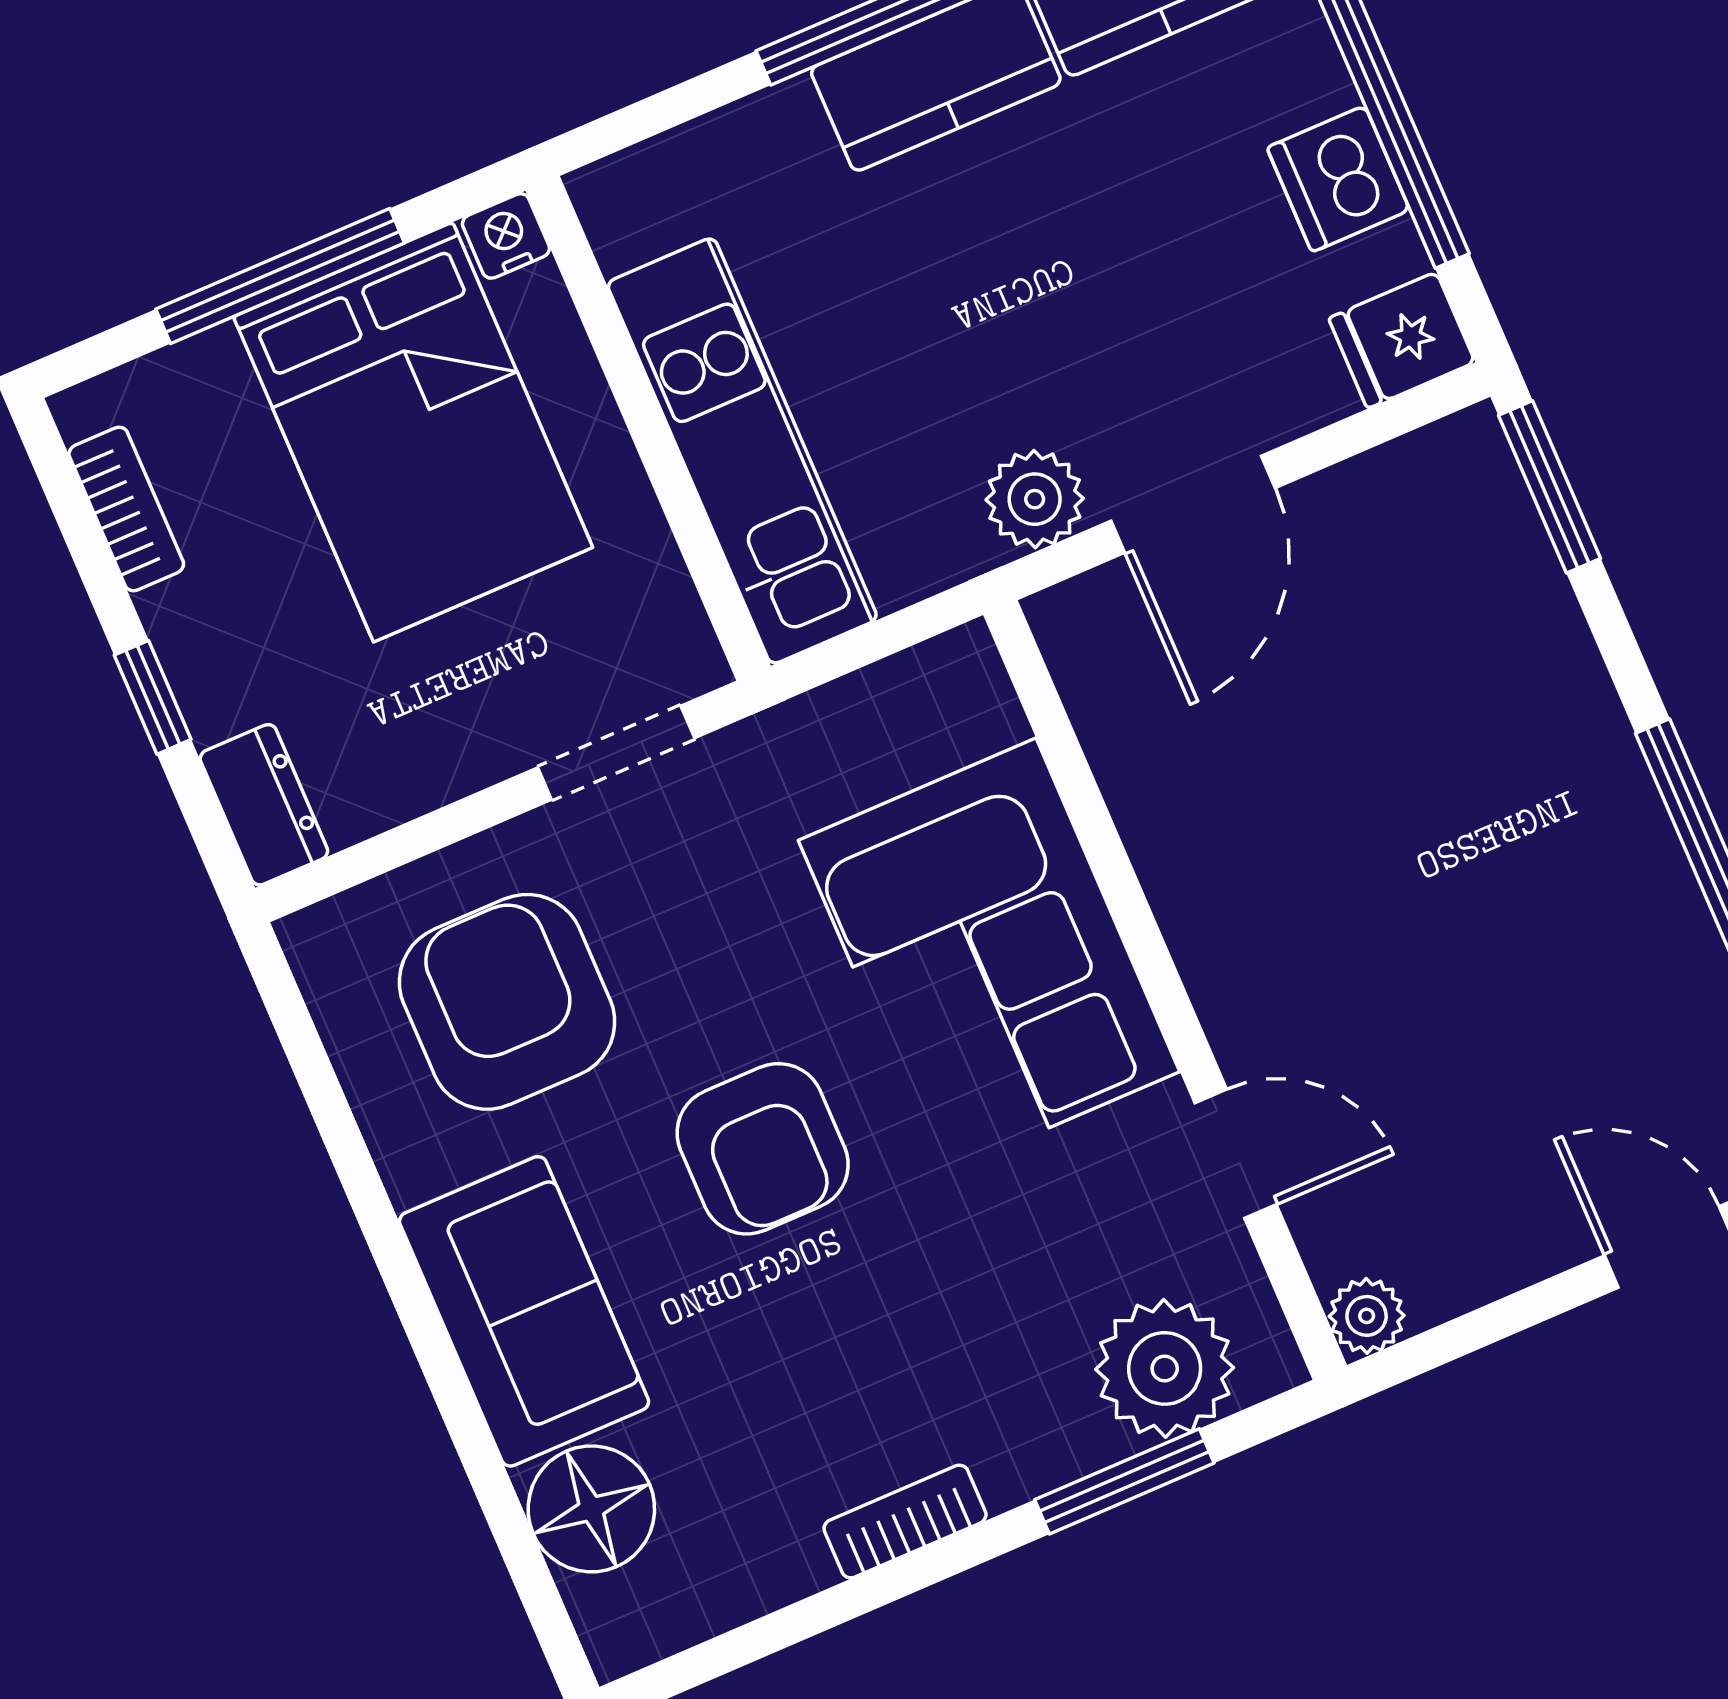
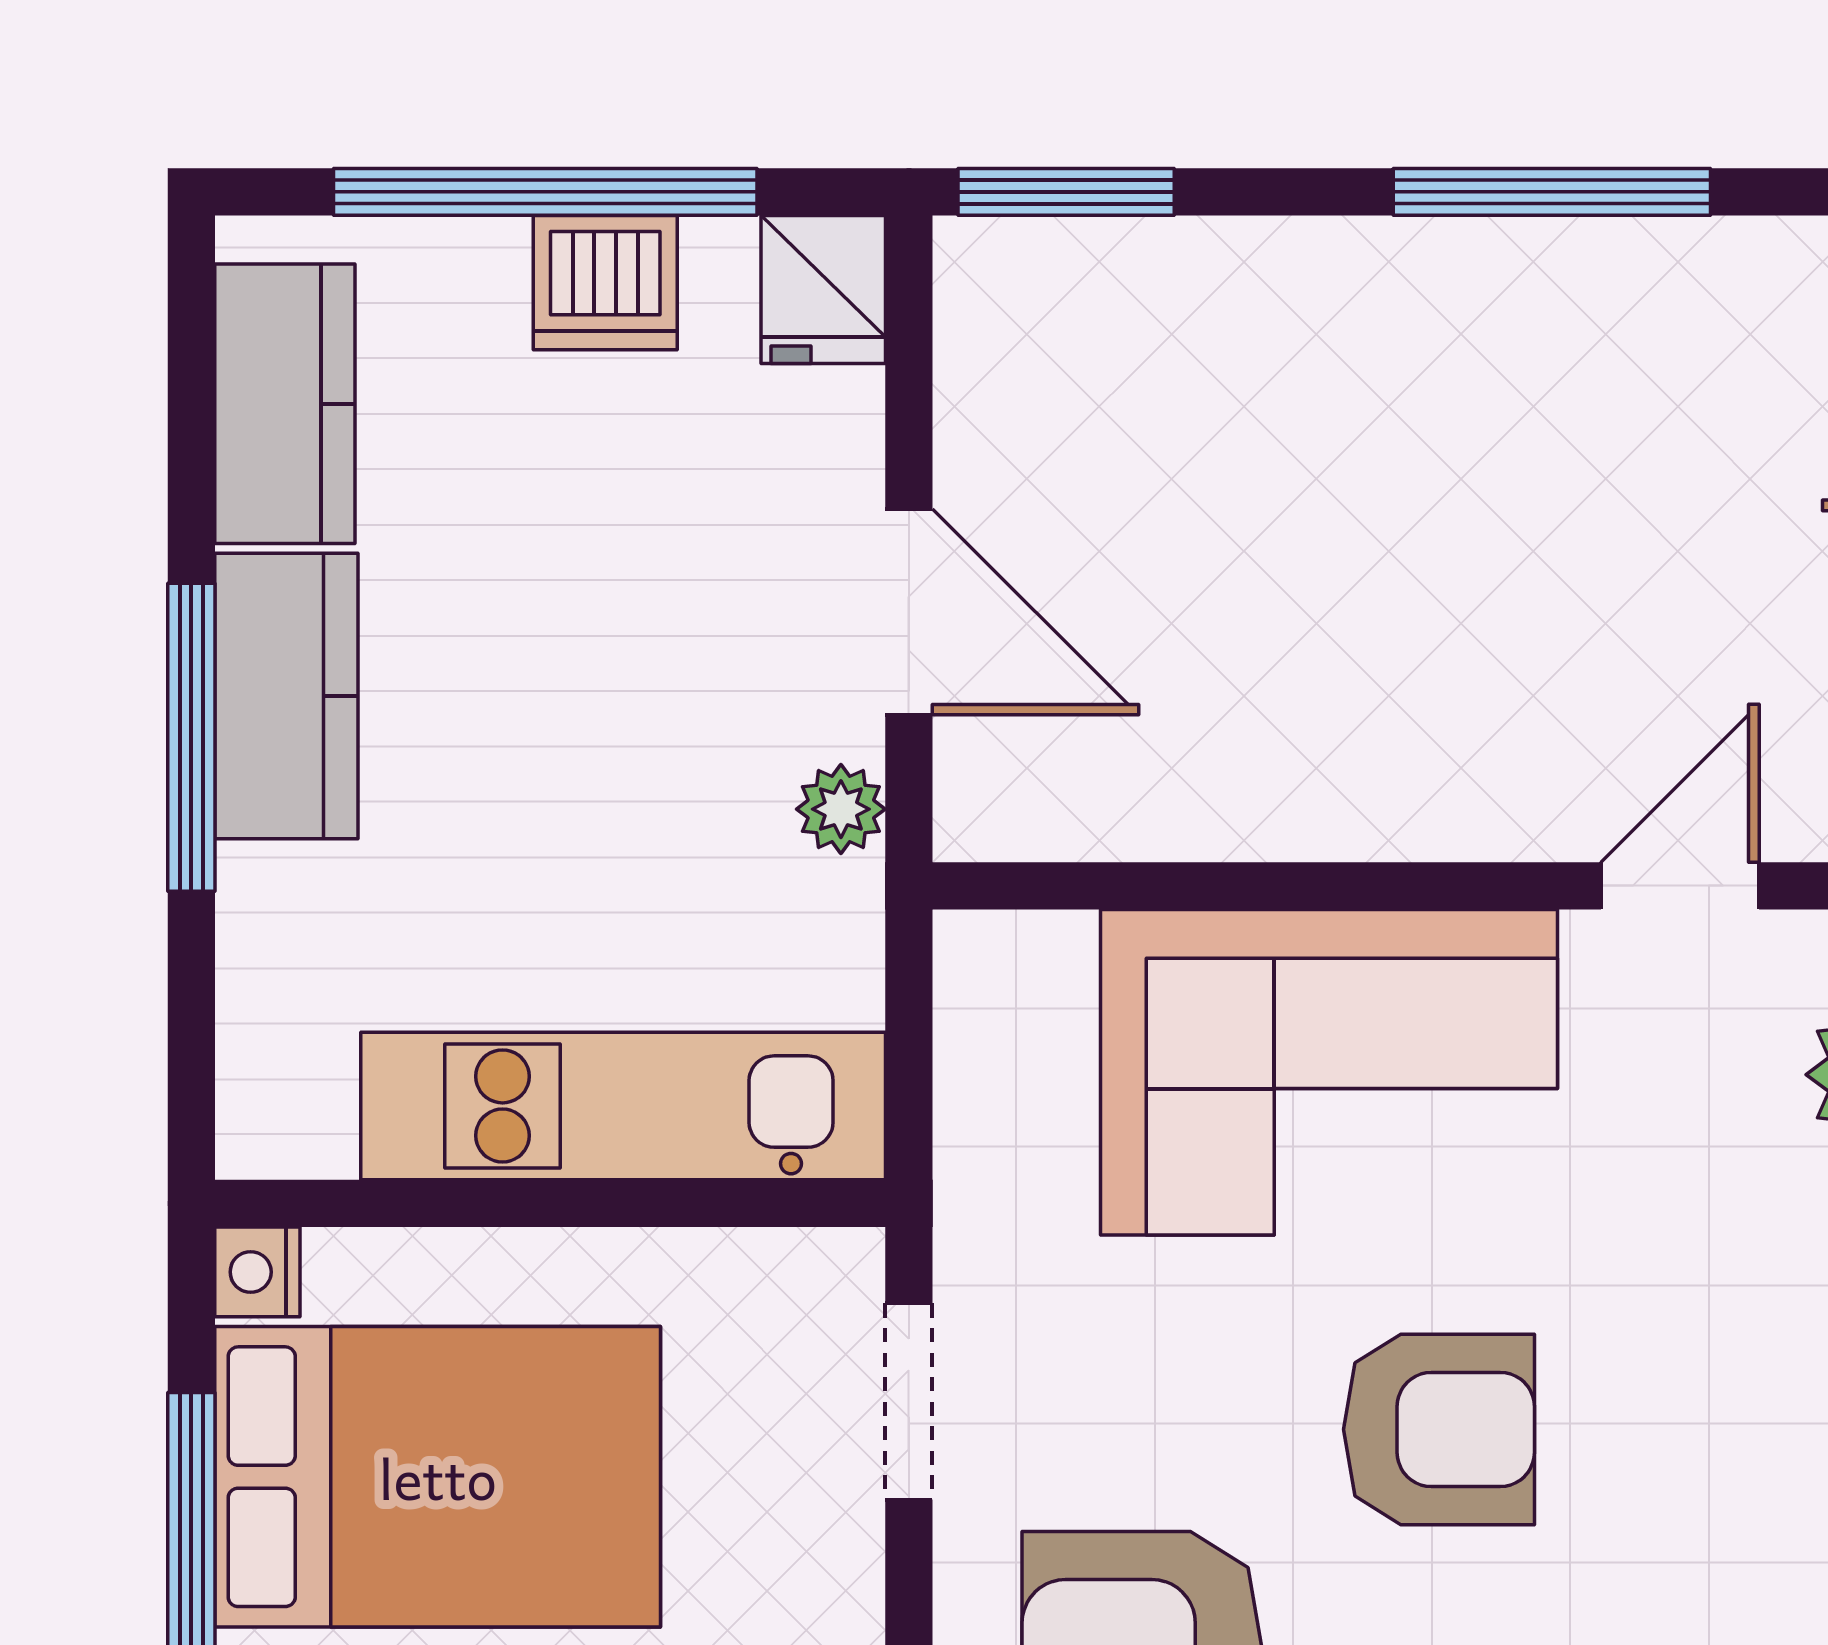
plant: (1035, 499) -> (841, 809), width x0.73, depth x0.73

